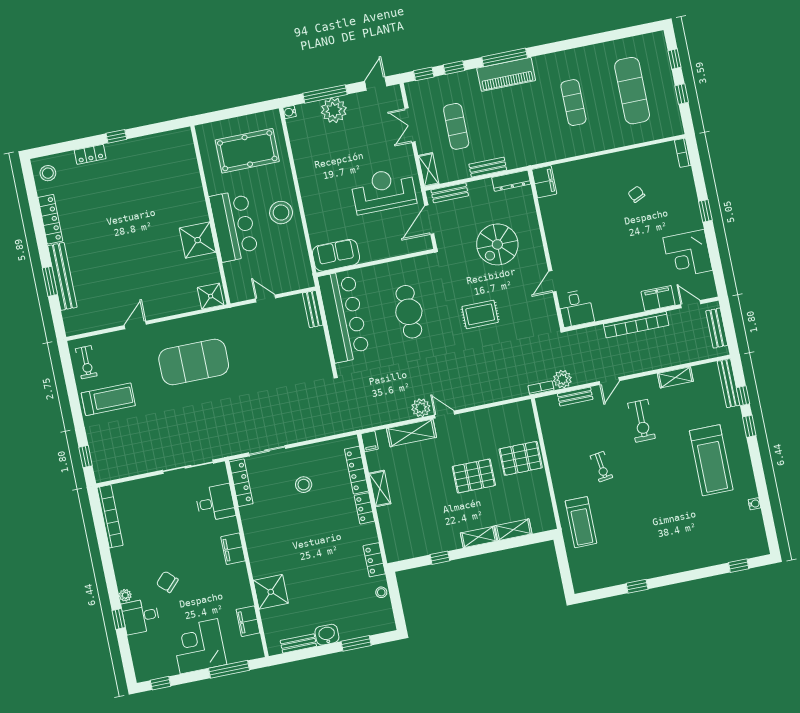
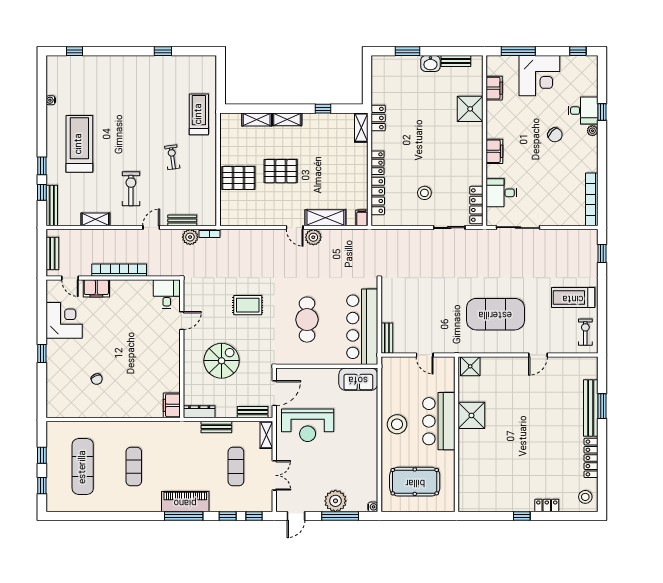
bookcase: (683, 153) -> (51, 406), removed
shelving: (380, 488) -> (361, 128), moved
stool: (381, 592) -> (378, 90), removed

